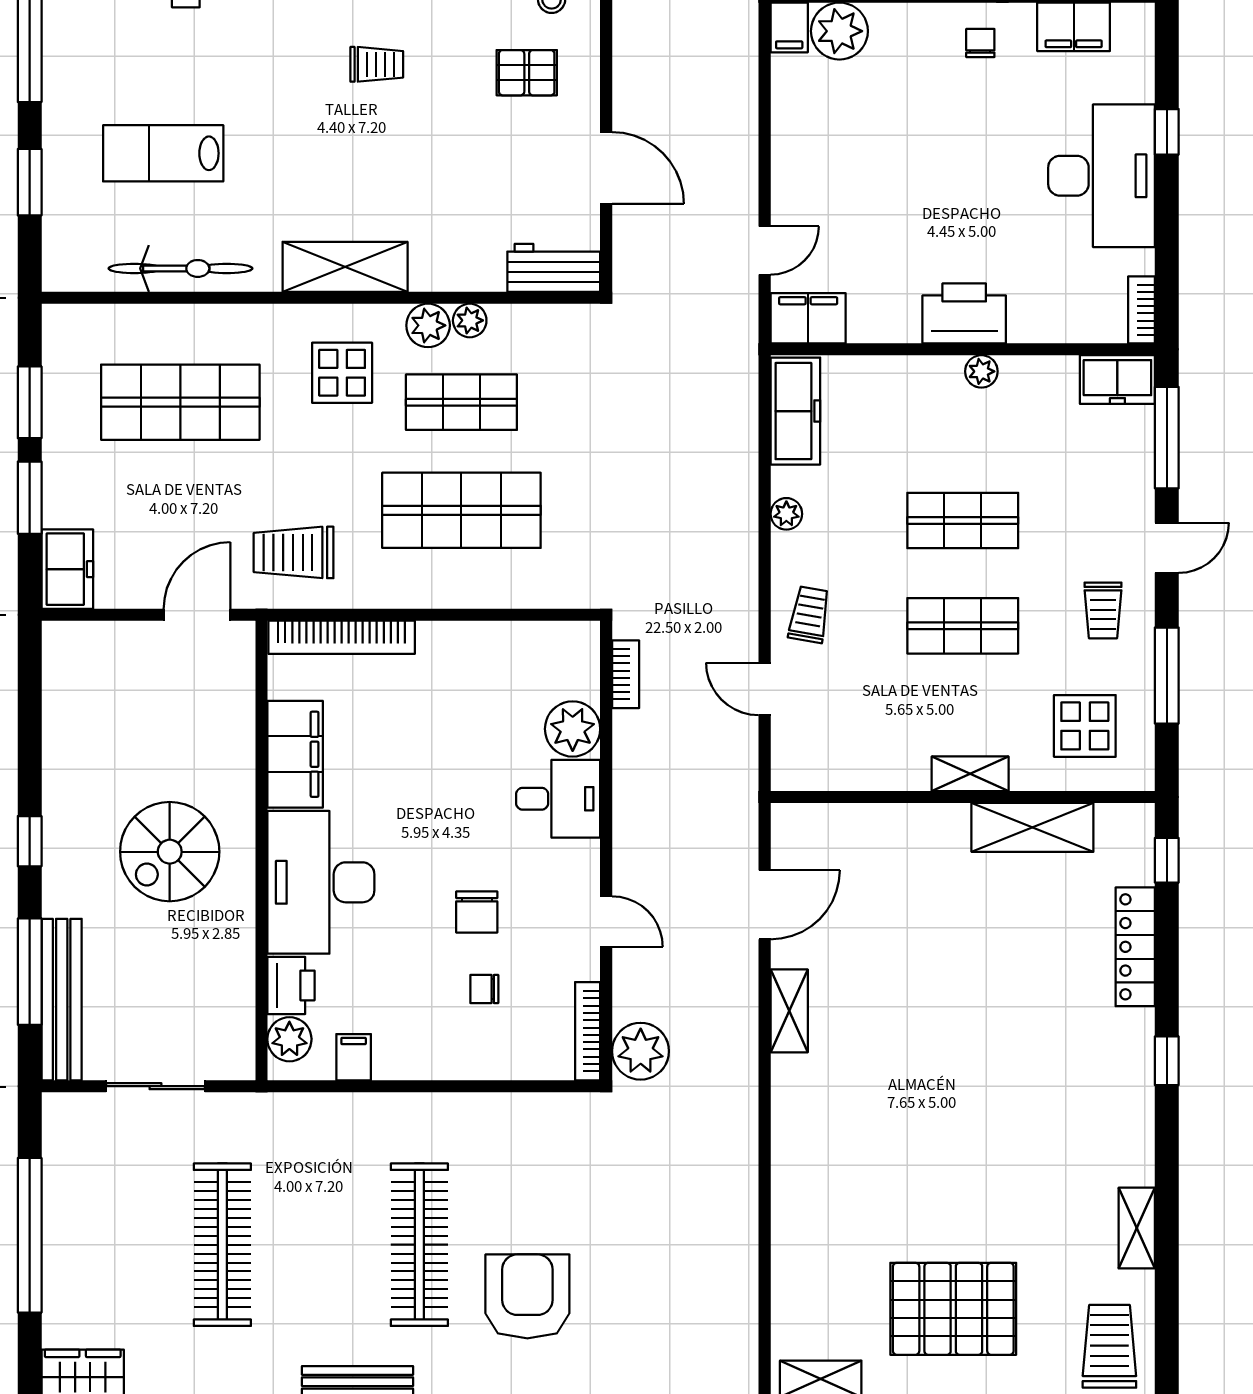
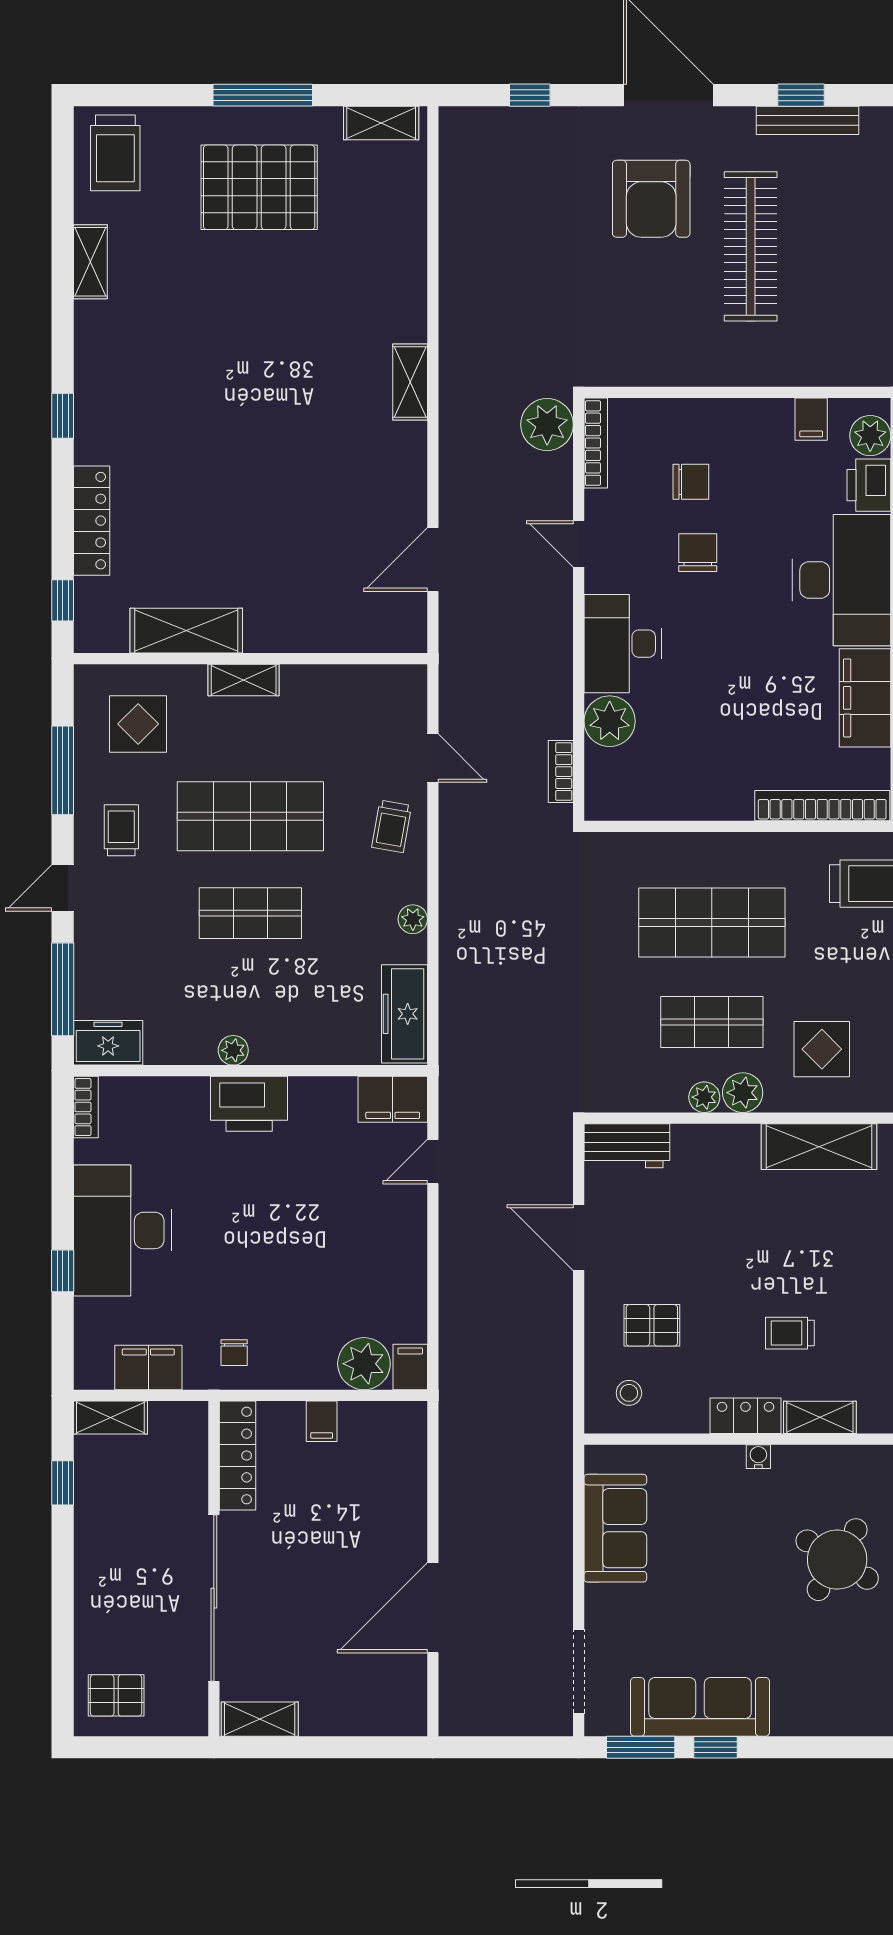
shop shelf: (963, 626) -> (250, 816), width x1.43, depth x1.36
desk: (558, 799) -> (623, 644), width x1.37
chair: (484, 989) -> (691, 482), width x1.37, depth x1.37
shelving: (789, 1011) -> (410, 382), moved

